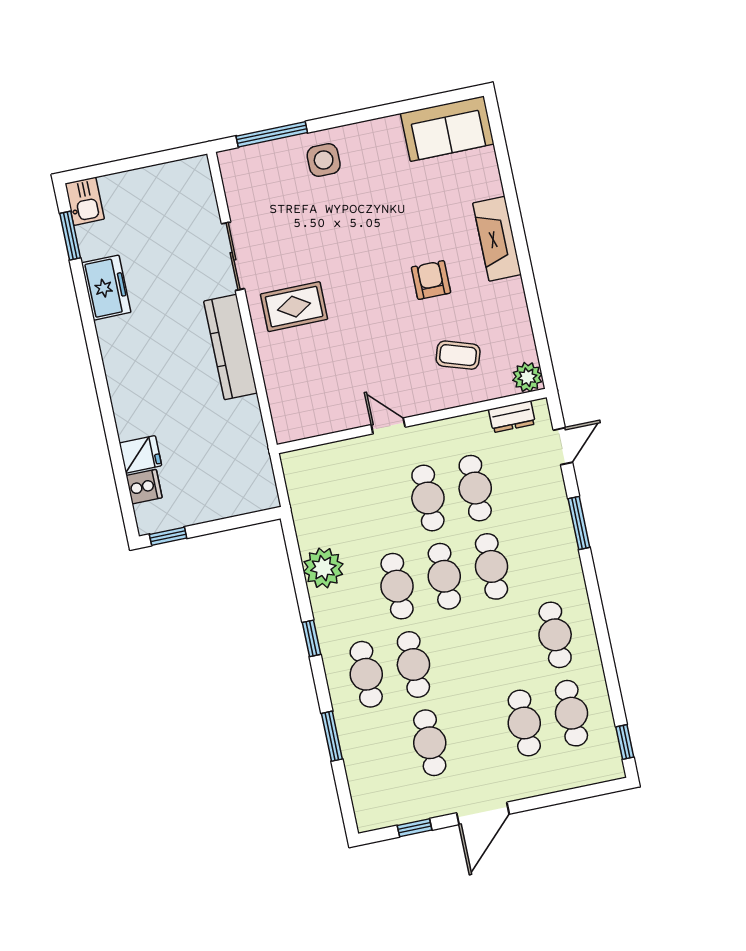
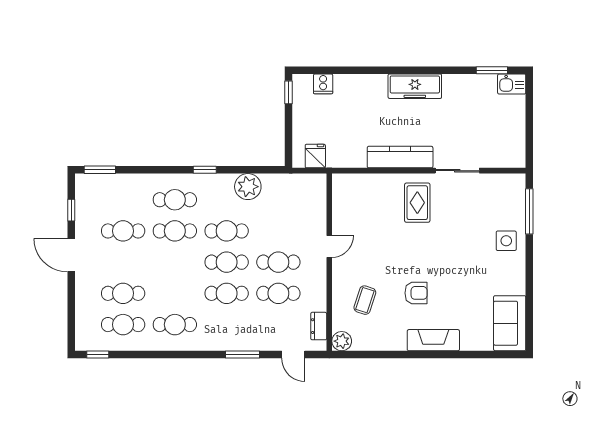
freezer: (106, 288) -> (415, 86), moved, width x1.40
fridge: (140, 454) -> (315, 156), moved, turned 180
window: (332, 736) -> (100, 170), moved

